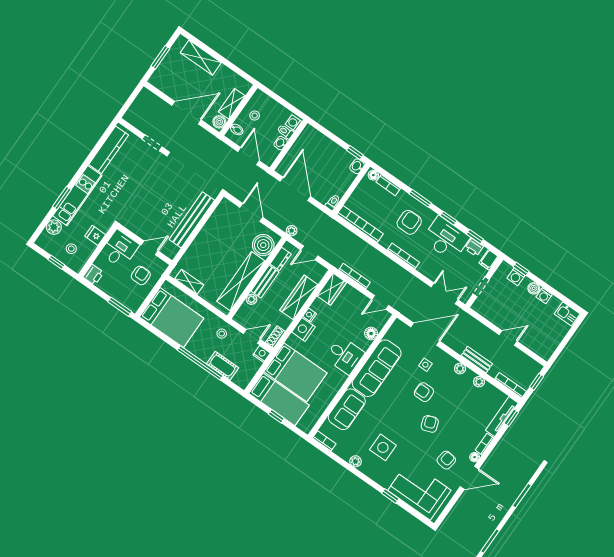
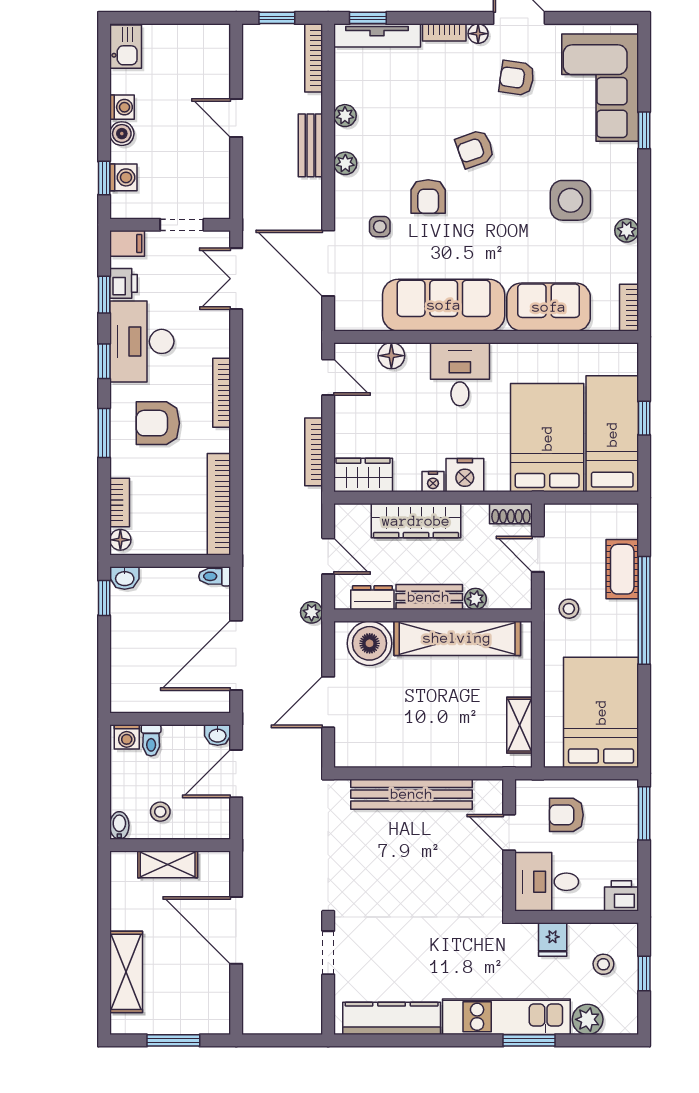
boiler: (219, 122) -> (213, 864), removed
bidet: (237, 130) -> (119, 825), moved
washbasin: (281, 143) -> (218, 735), moved
nightstand: (262, 354) -> (556, 517), removed

